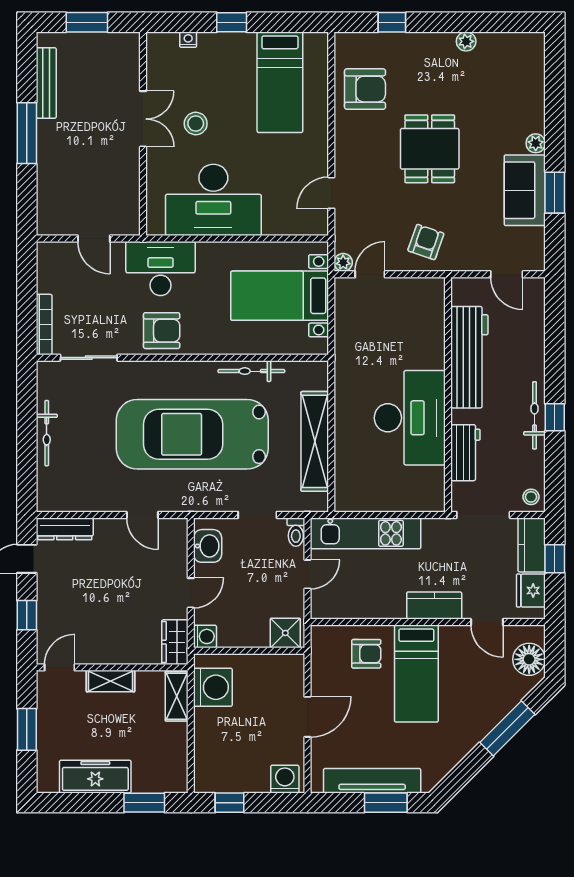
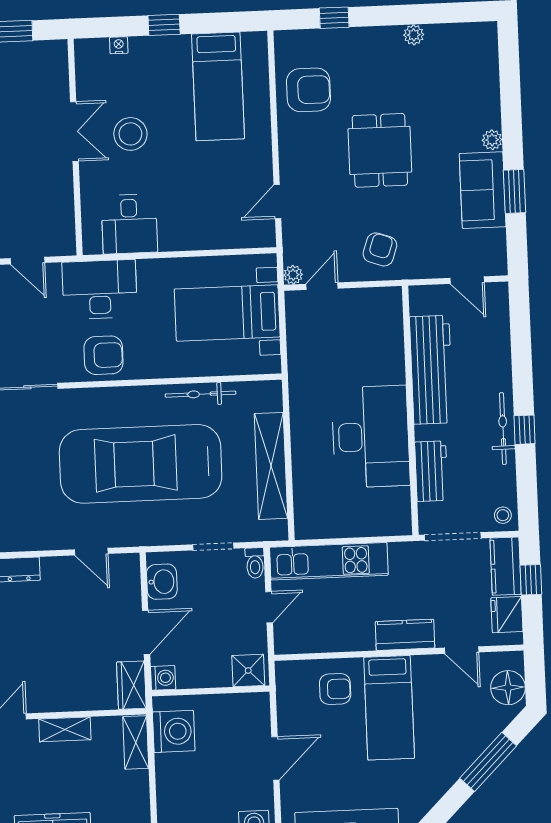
stool: (196, 124) -> (130, 134), width x1.38, depth x1.38
desk: (213, 200) -> (129, 224), width x0.53, depth x0.77
door: (191, 593) -> (146, 632), width x1.38

